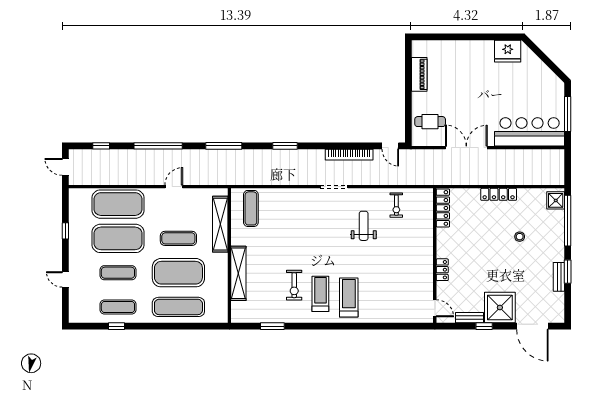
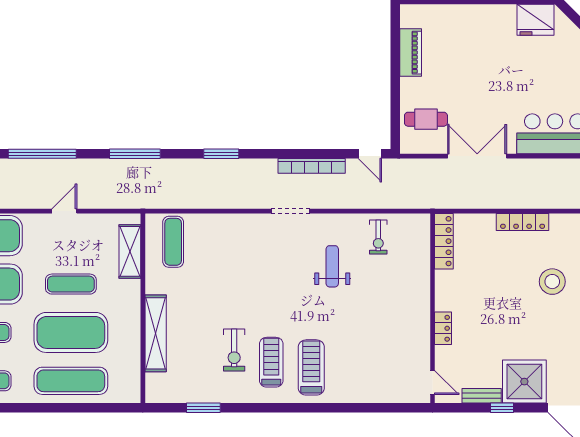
shelving: (220, 224) -> (130, 251), width x0.68
stool: (520, 237) -> (552, 282), width x1.89, depth x1.89

